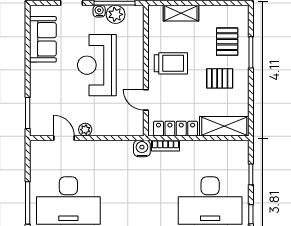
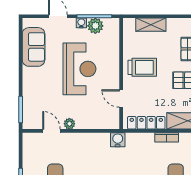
reception desk: (97, 65) -> (79, 69), turned 180
bookcase: (165, 146) -> (167, 137), moved

